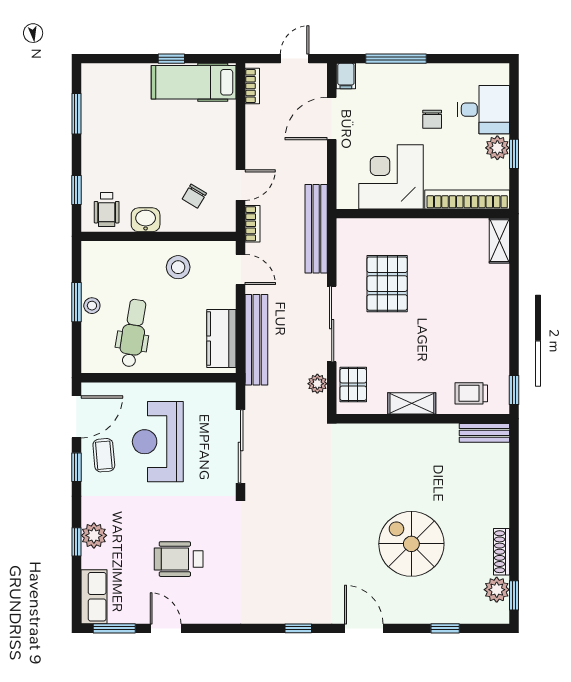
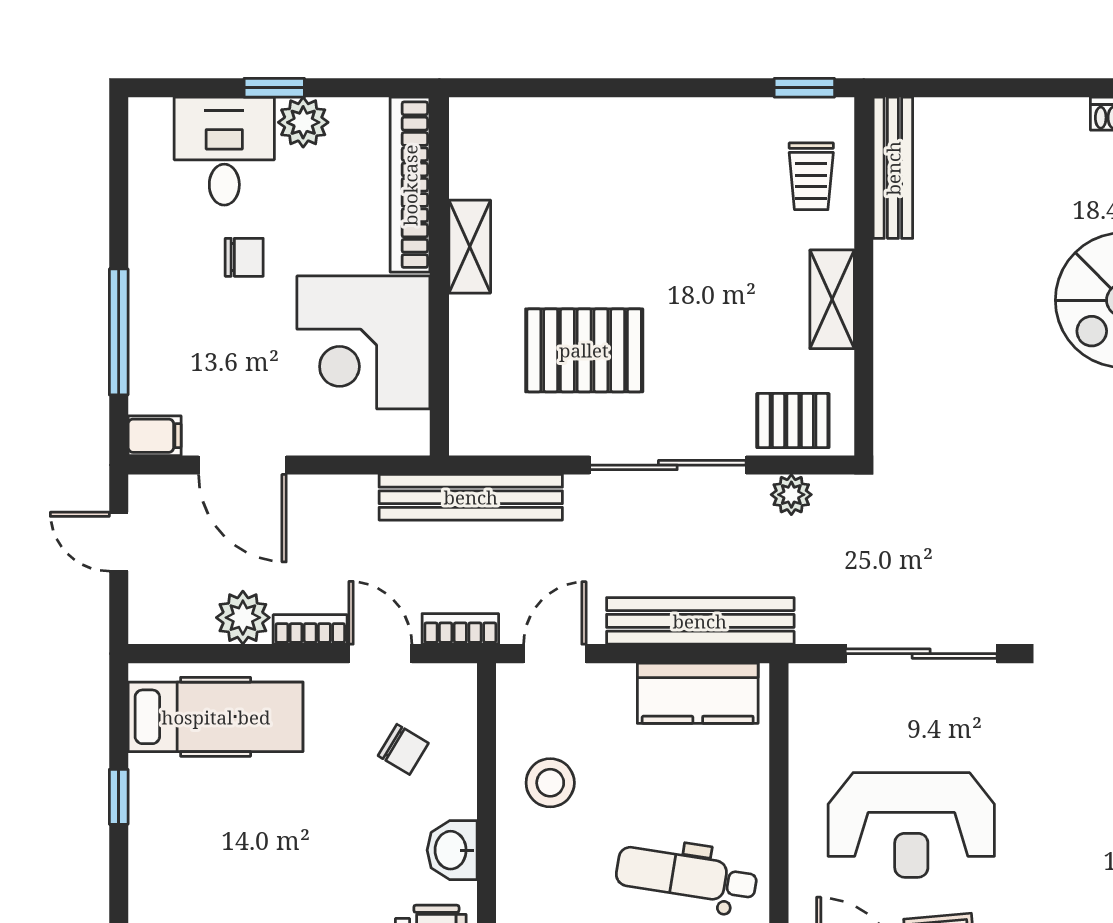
hospital bed: (194, 82) -> (216, 717), moved, turned -90
bookcase: (252, 86) -> (310, 629), moved
plant: (258, 119) -> (243, 618), added
window: (514, 154) -> (274, 88), moved
shelving: (499, 241) -> (470, 247), moved, turned 90
bench: (484, 433) -> (893, 168), width x1.36

